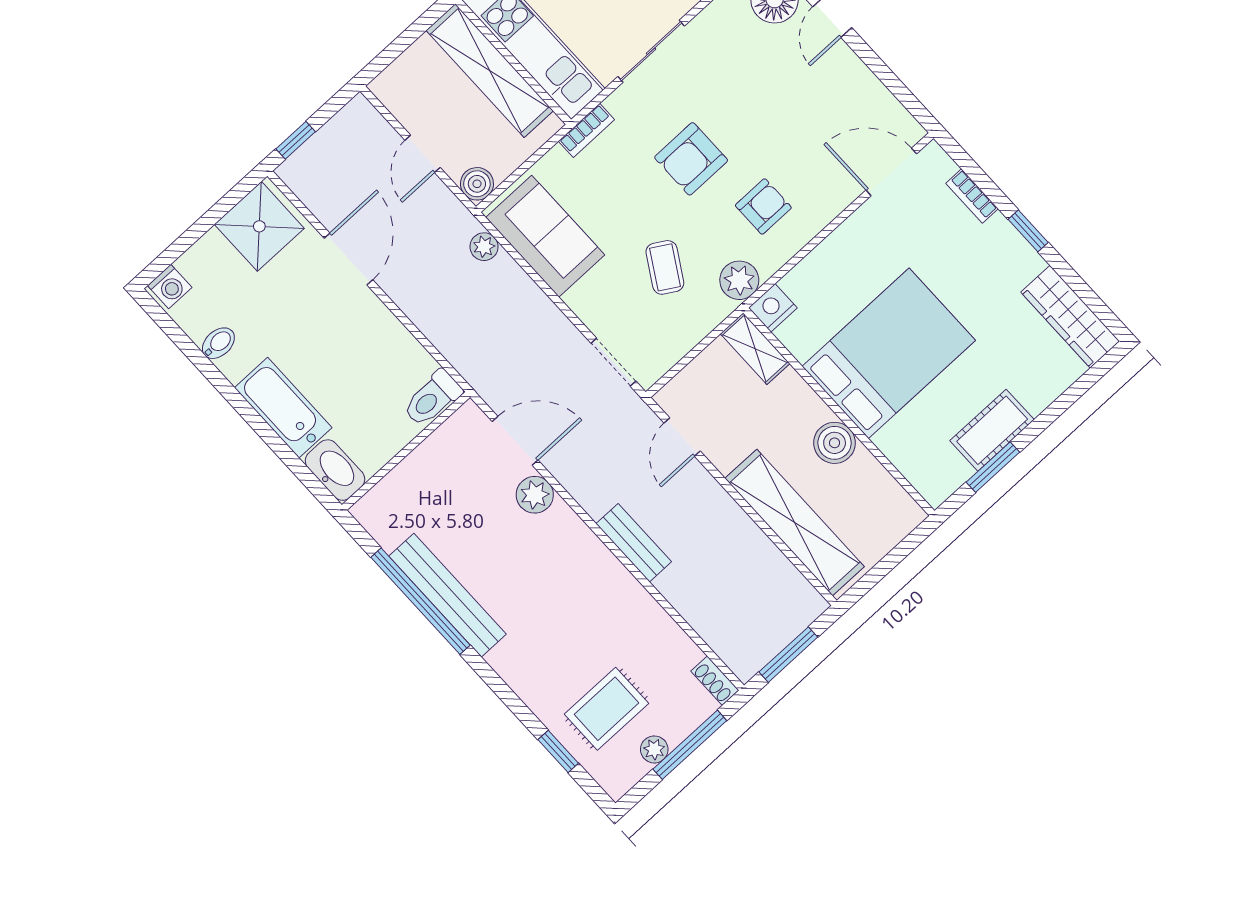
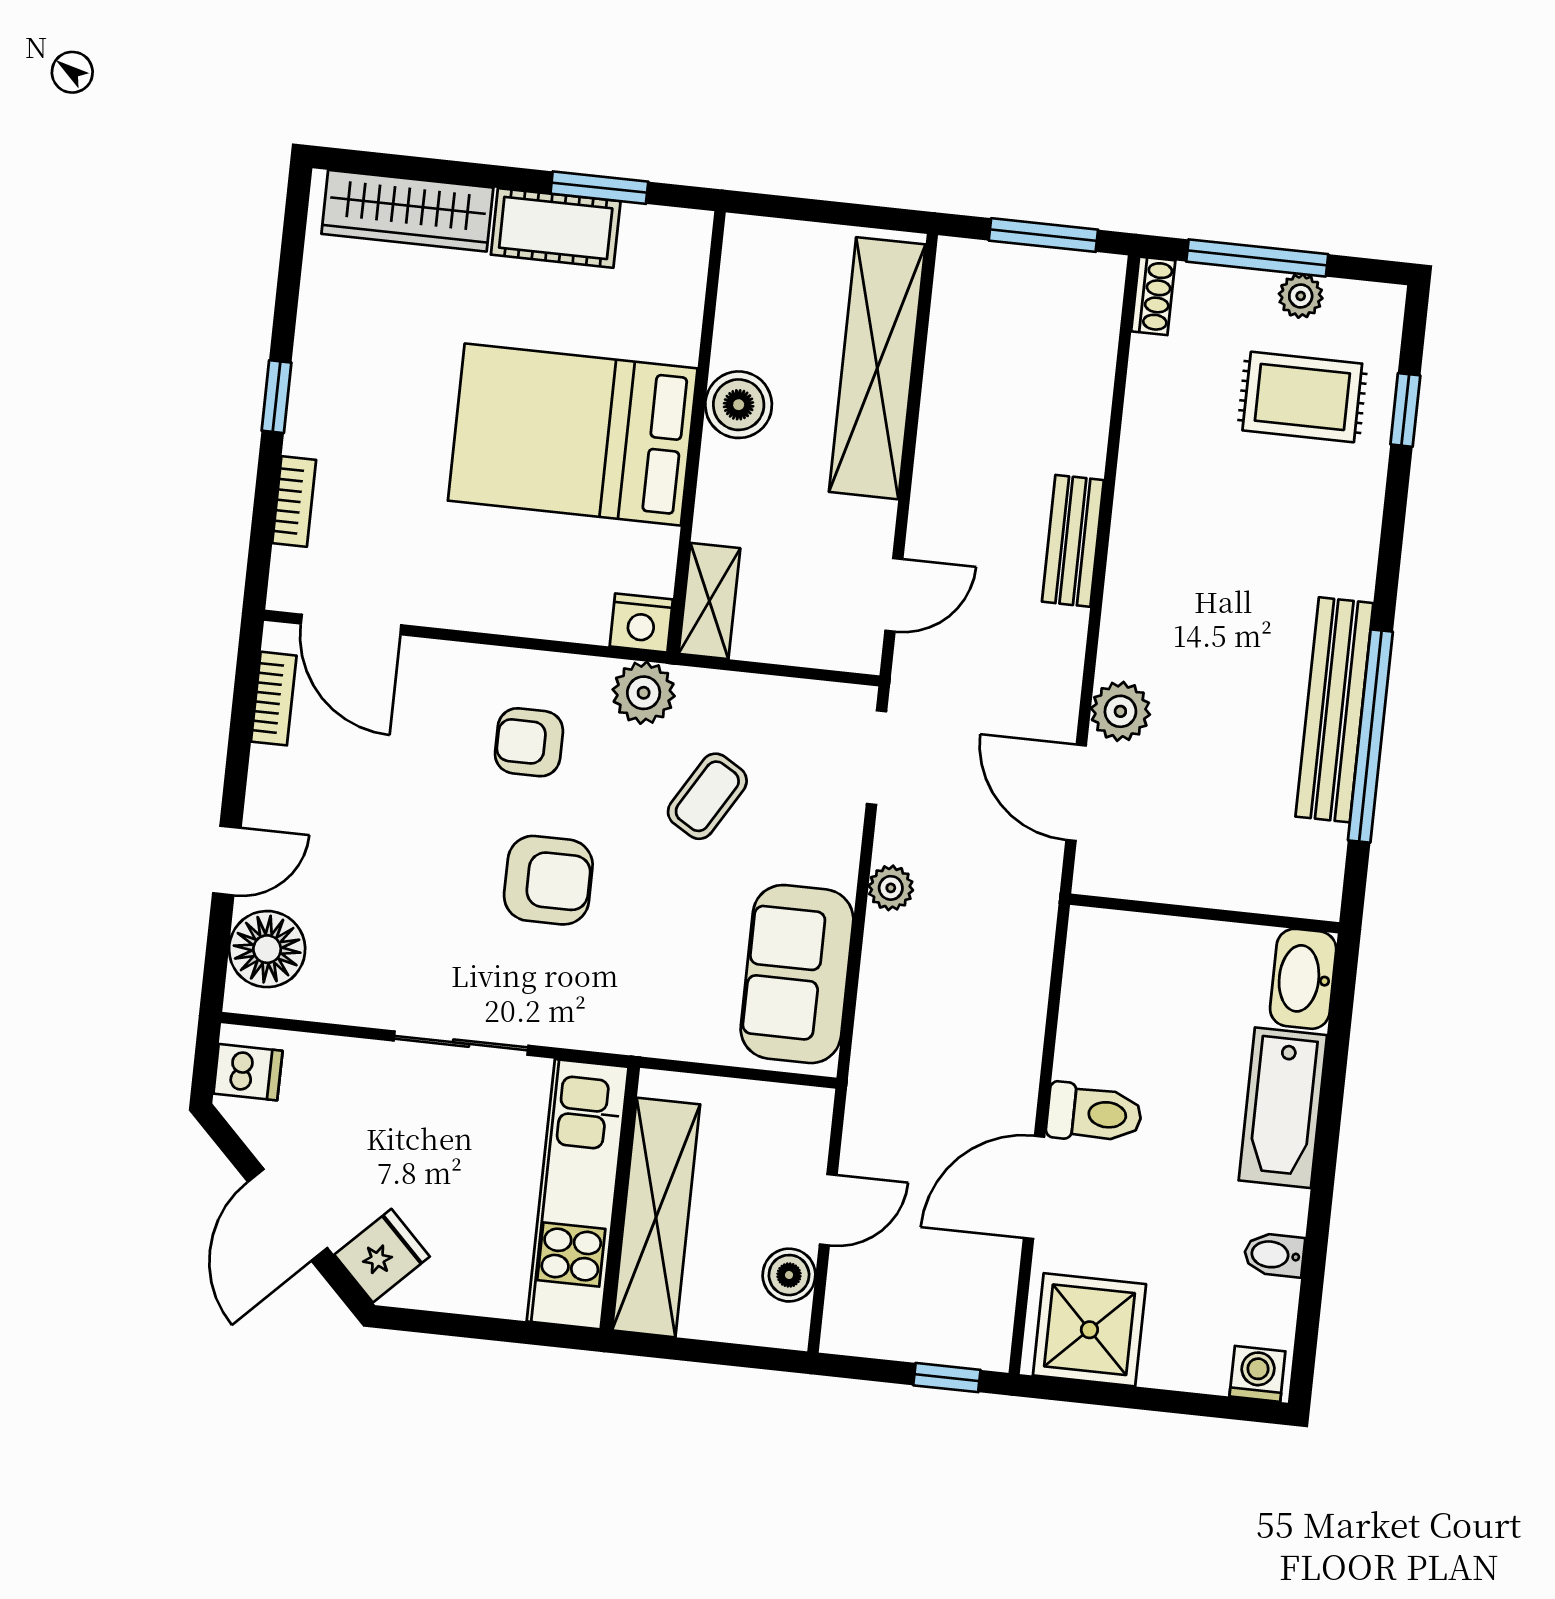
bookcase: (586, 130) -> (274, 699), moved, turned 90
boiler: (477, 184) -> (789, 1275), moved
plant: (484, 247) -> (891, 888), moved
wardrobe: (1070, 317) -> (407, 211), moved, turned 90
toilet: (432, 398) -> (1094, 1113), moved

